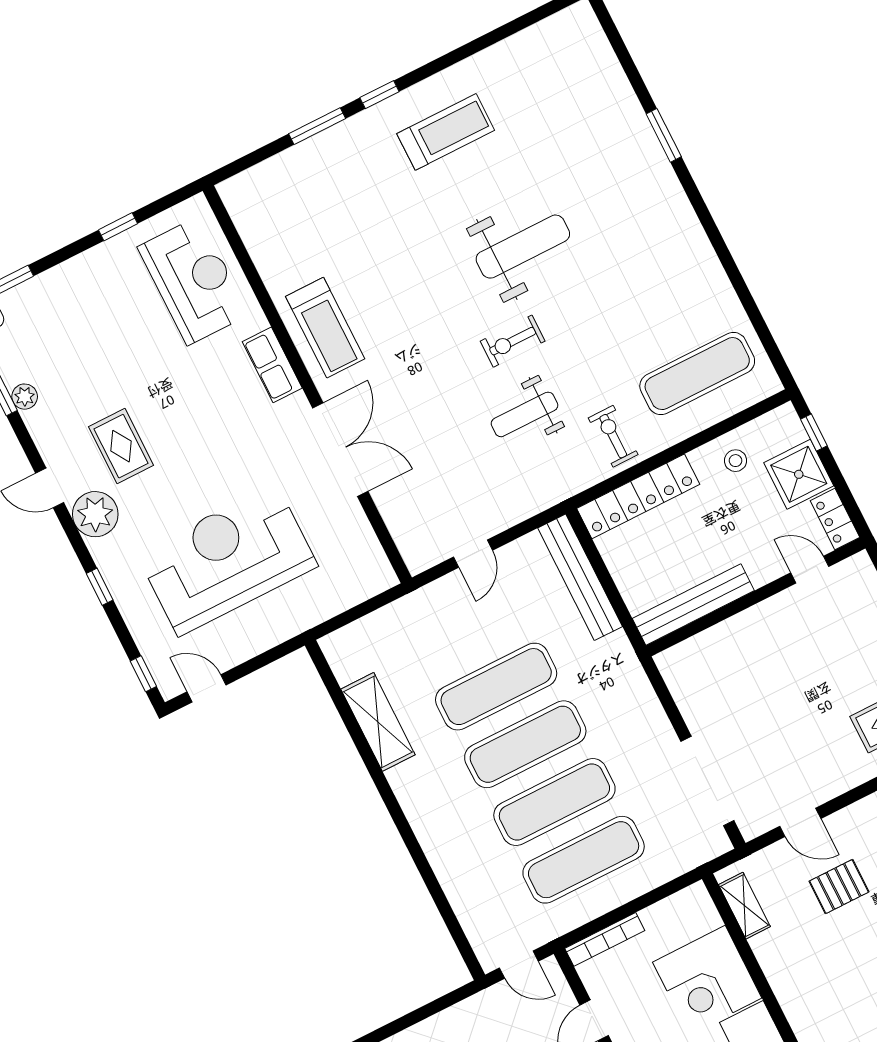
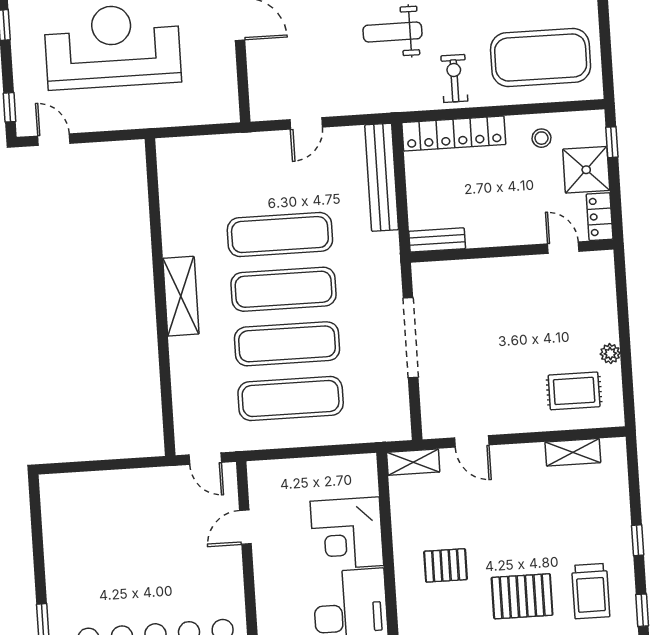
exercise mat: (697, 374) -> (541, 58), width x1.47
bench: (693, 605) -> (437, 240), width x0.54, depth x0.82
shelving: (378, 722) -> (181, 296), moved
doorway: (707, 781) -> (411, 338), moved
pallet: (839, 887) -> (446, 565), moved
shelving: (744, 906) -> (413, 462), moved, turned 90
bookcase: (605, 939) -> (281, 468), removed

